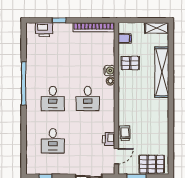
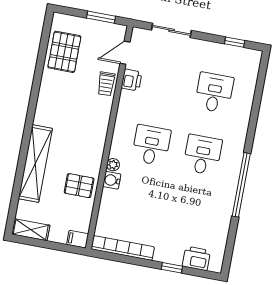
filing cabinet: (125, 38) -> (78, 239), moved
pallet: (152, 164) -> (64, 52), moved, turned 90

